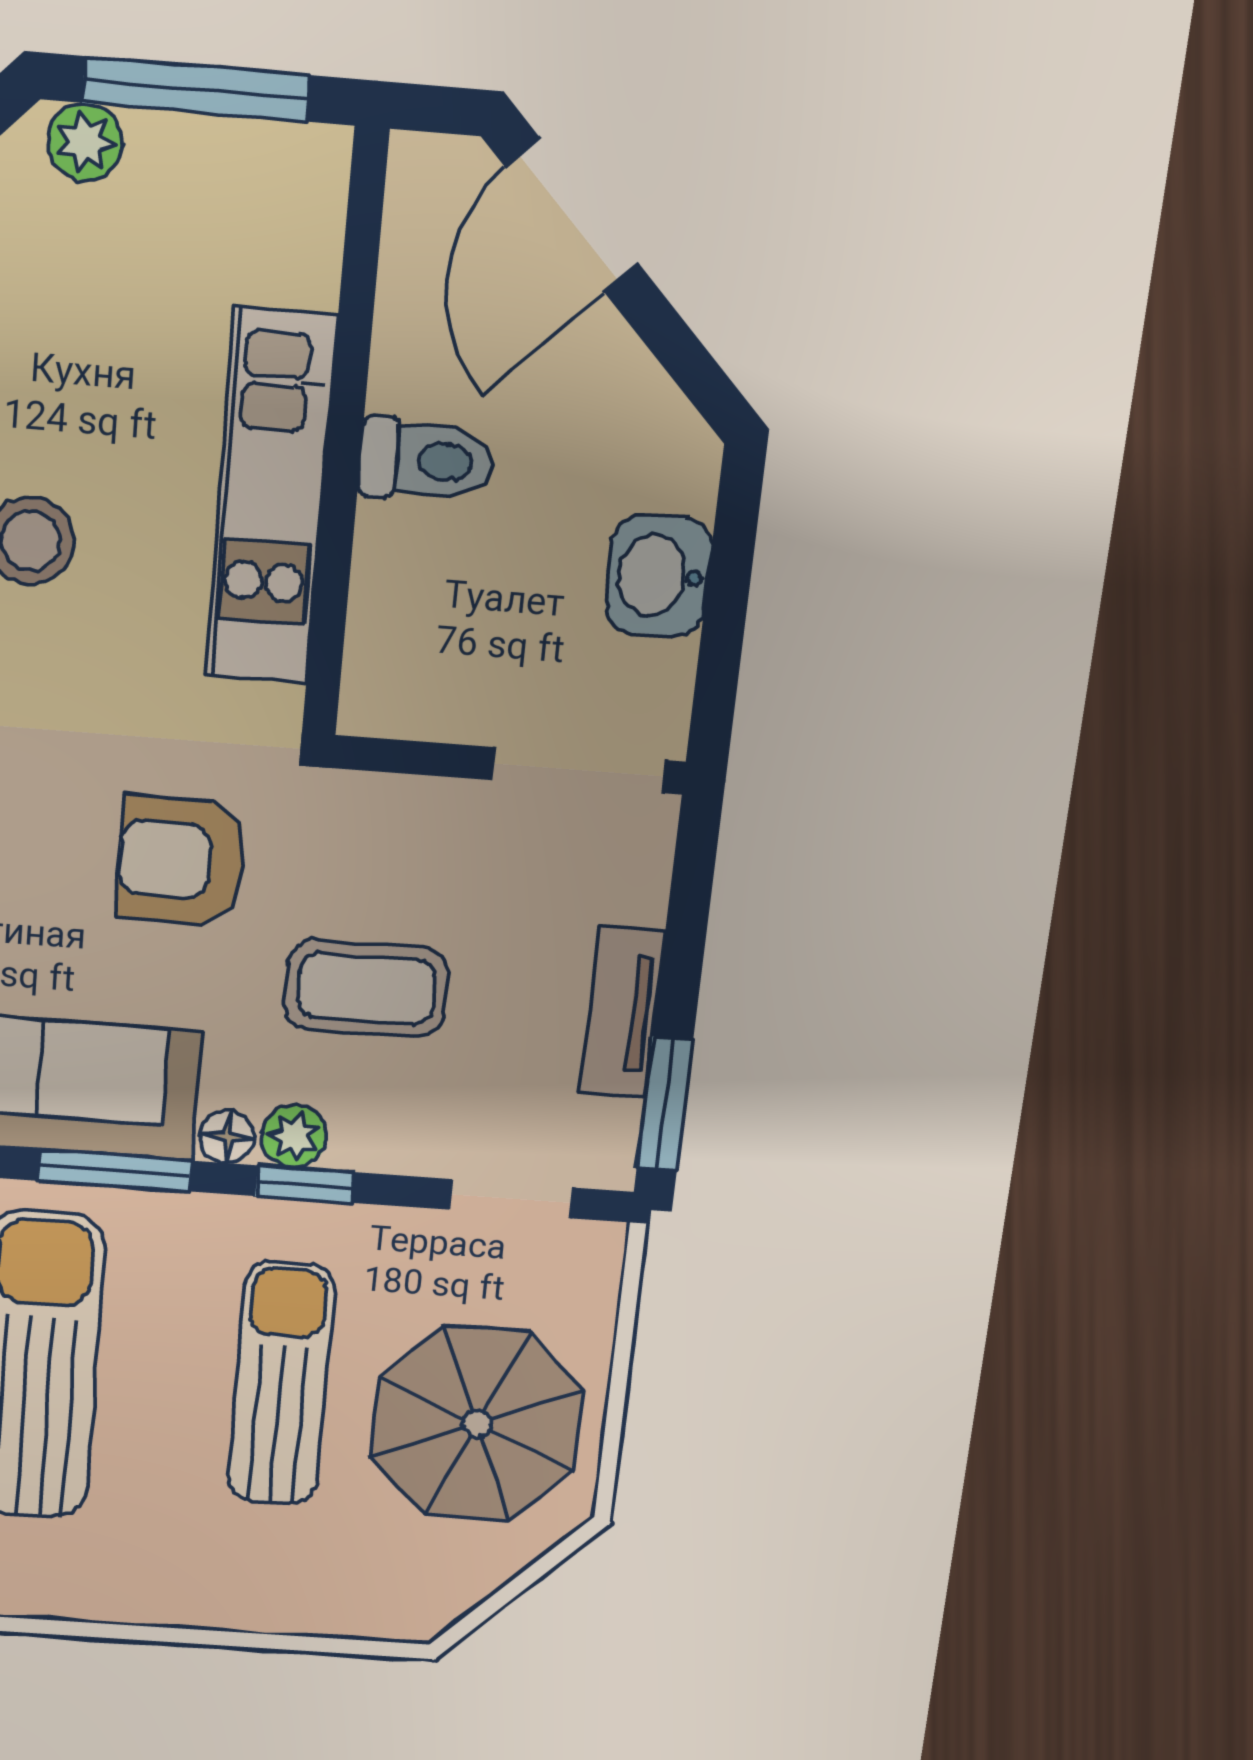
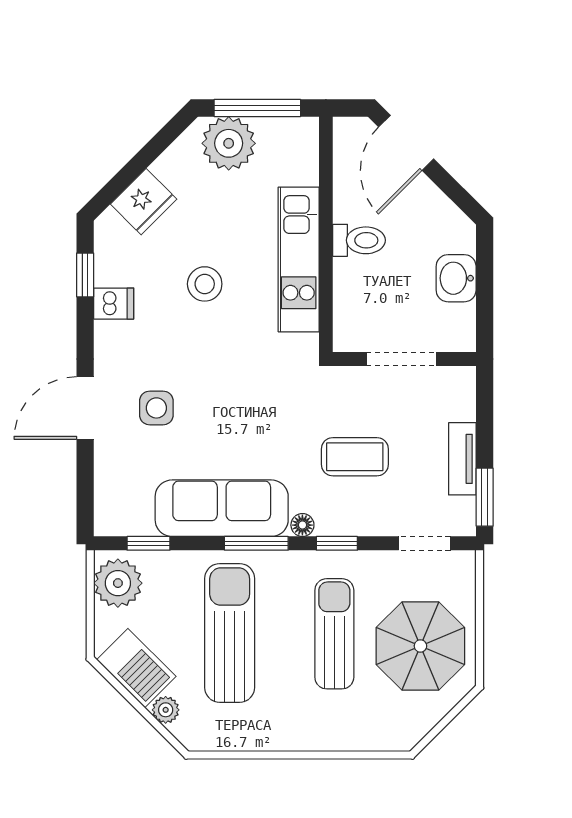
plant: (85, 142) -> (229, 143), width x1.88, depth x1.88
doorway: (579, 770) -> (402, 359), moved
armchair: (182, 861) -> (275, 409), removed
plant: (294, 1136) -> (330, 523), removed

